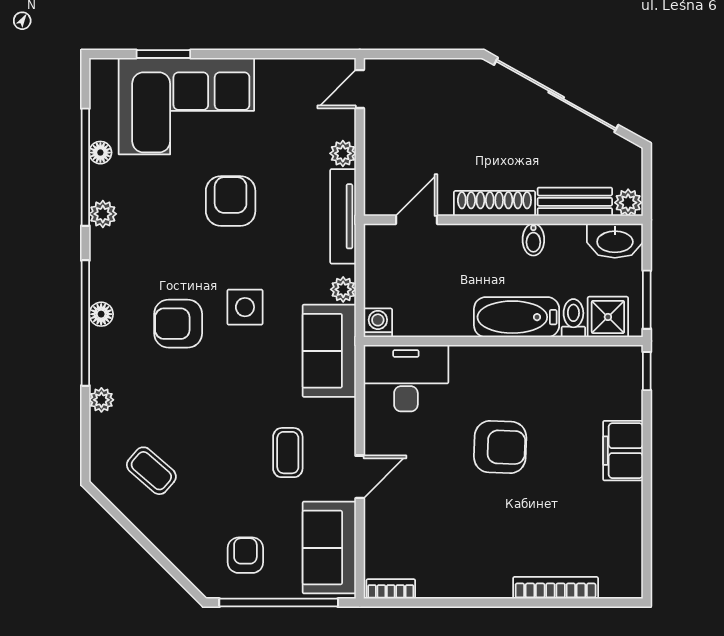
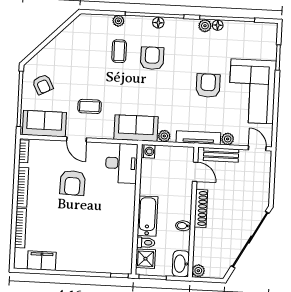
corner sofa: (186, 106) -> (252, 91), moved
floor lamp: (100, 153) -> (218, 25), moved
armchair: (231, 201) -> (208, 86), turned -90
bench: (575, 202) -> (221, 155), moved, turned 90
side table: (245, 307) -> (158, 90), removed
armchair: (500, 447) -> (73, 183), moved
filing cabinet: (623, 451) -> (42, 261), moved
coffee table: (151, 471) -> (119, 51), moved, turned -41
armchair: (245, 555) -> (43, 84), turned 63
bookcase: (468, 588) -> (22, 187), added

